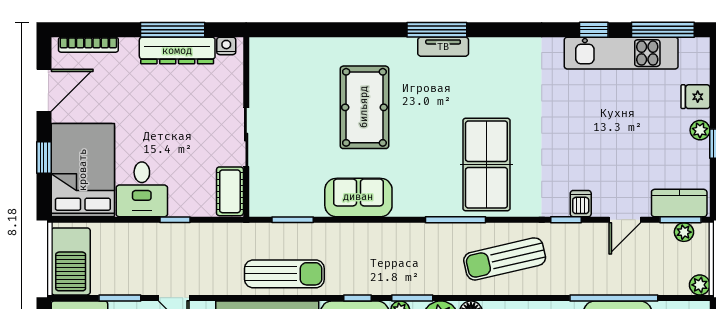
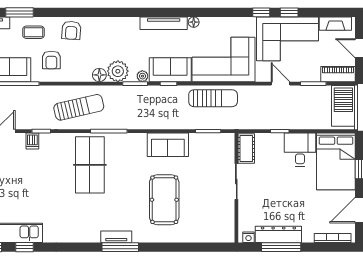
sun lounger: (284, 274) -> (213, 98), turned 180

